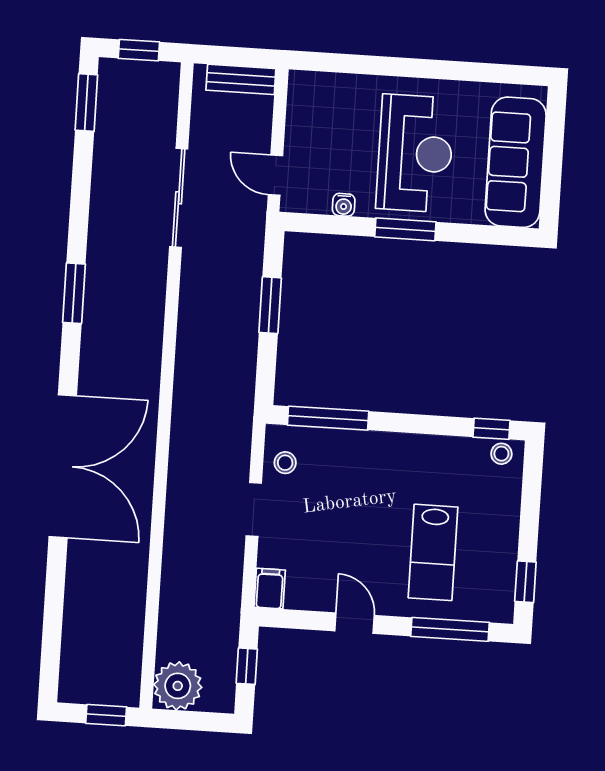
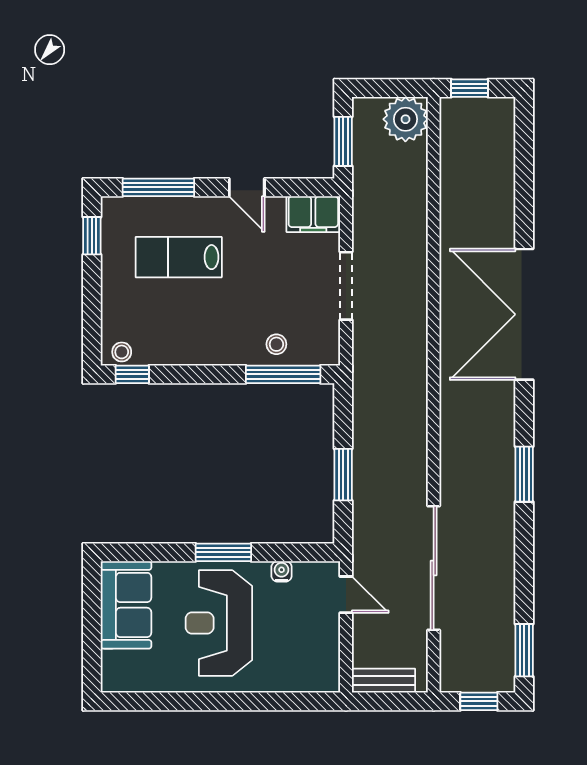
sofa: (516, 162) -> (126, 605), width x0.73
sliding door: (179, 198) -> (434, 568), width x1.36
stool: (285, 463) -> (276, 344), moved
doorway: (254, 510) -> (346, 286), width x1.38
lab bench: (433, 552) -> (179, 257), turned -90
filing cabinet: (270, 589) -> (313, 214), width x2.00
window: (247, 666) -> (343, 141), width x1.50

